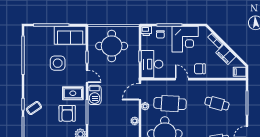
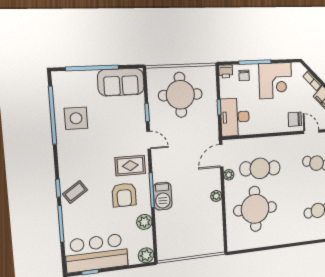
side table: (58, 63) -> (76, 118), moved
door: (182, 79) -> (311, 132), moved
barbecue: (95, 95) -> (163, 196), moved

